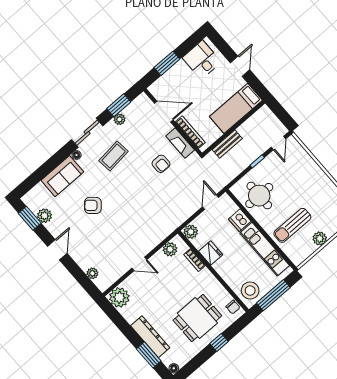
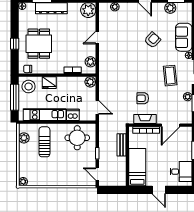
plant: (320, 238) -> (24, 138), moved
fridge: (211, 253) -> (49, 83), moved

